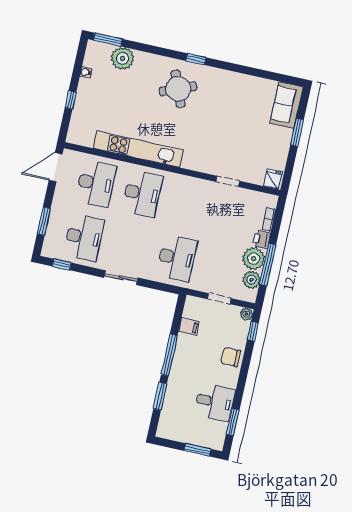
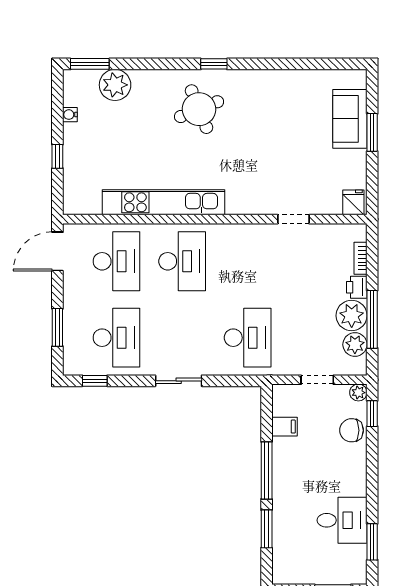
sofa: (286, 105) -> (350, 119), moved
chair: (231, 357) -> (352, 430), moved

